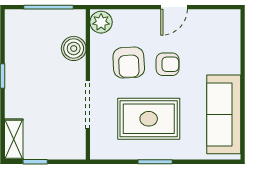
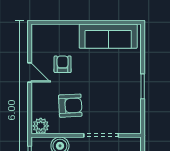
armchair: (168, 64) -> (63, 64), moved
rug: (149, 119) -> (111, 91), removed

